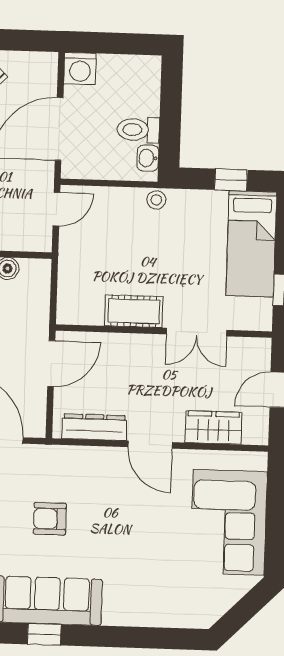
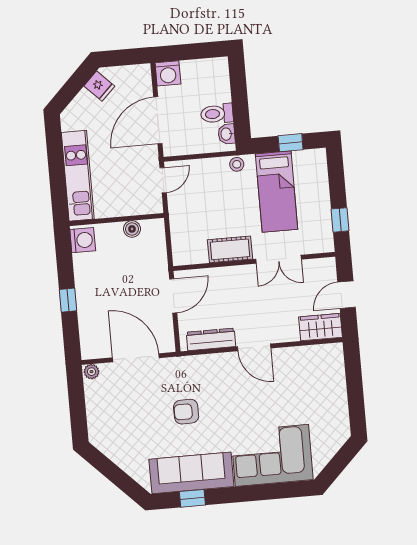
bed: (251, 244) -> (277, 192), moved
wardrobe: (213, 427) -> (320, 327), moved
corner sofa: (229, 522) -> (272, 455), moved, turned 90

